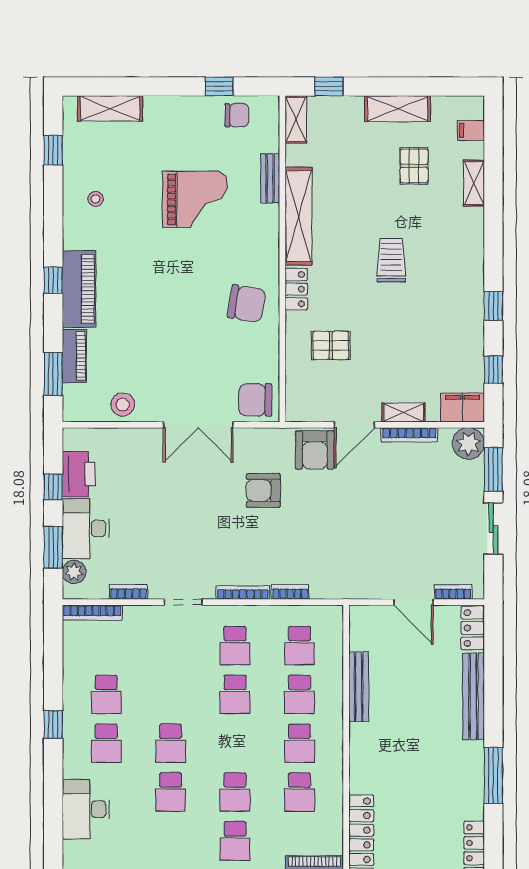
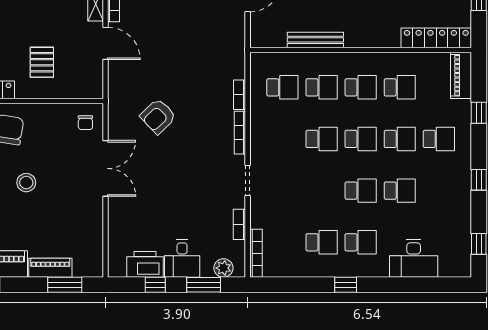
chair: (255, 400) -> (85, 123), width x0.54, depth x0.54
stool: (123, 405) -> (26, 183), moved
armchair: (315, 450) -> (126, 75), removed
armchair: (263, 490) -> (158, 116), turned 46
desk: (86, 529) -> (182, 259), width x0.73
school desk: (235, 646) -> (361, 139), moved

